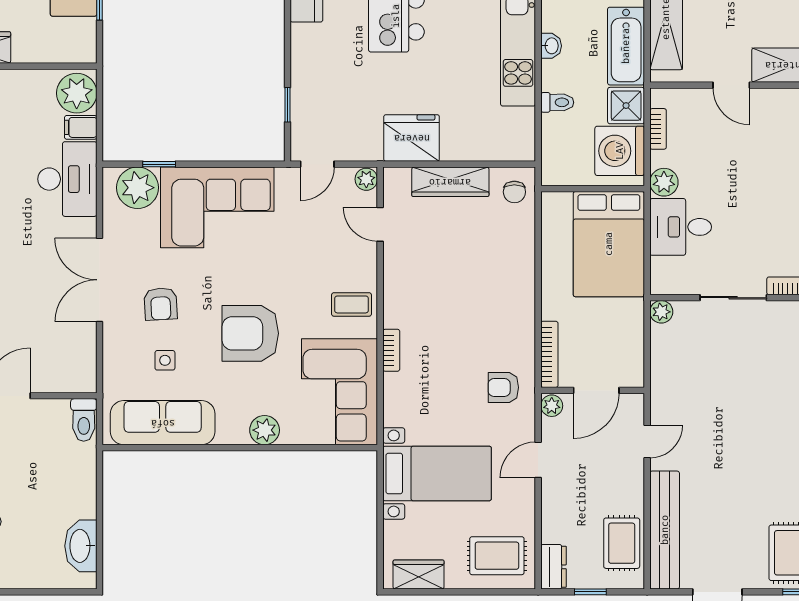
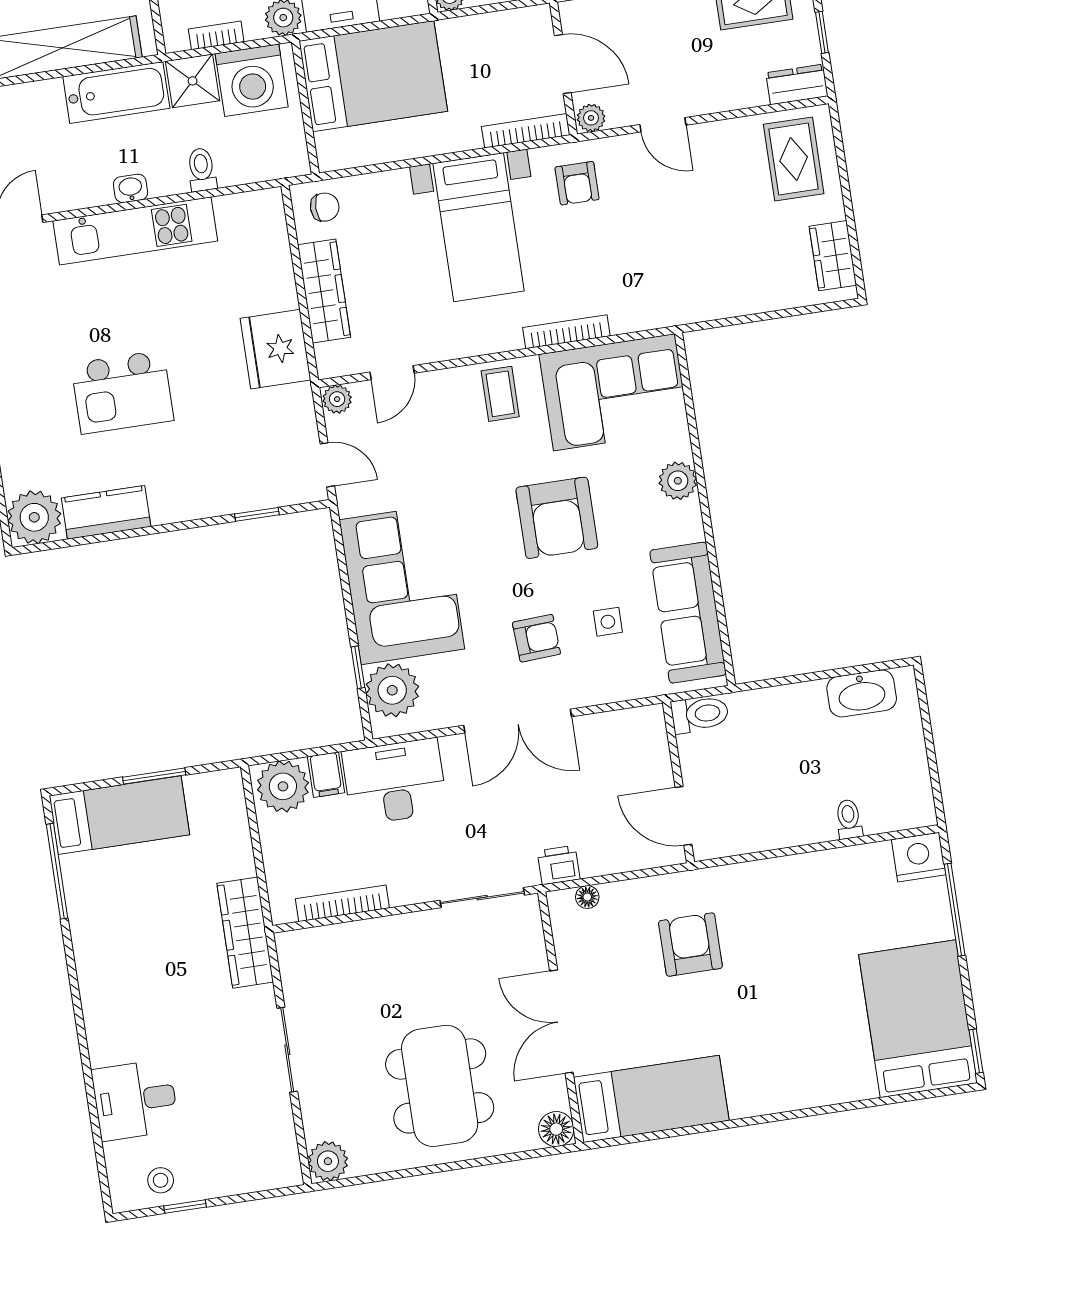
bookcase: (391, 350) -> (566, 332), width x1.56
bed with nightstands: (437, 473) -> (479, 227), moved, turned 180

